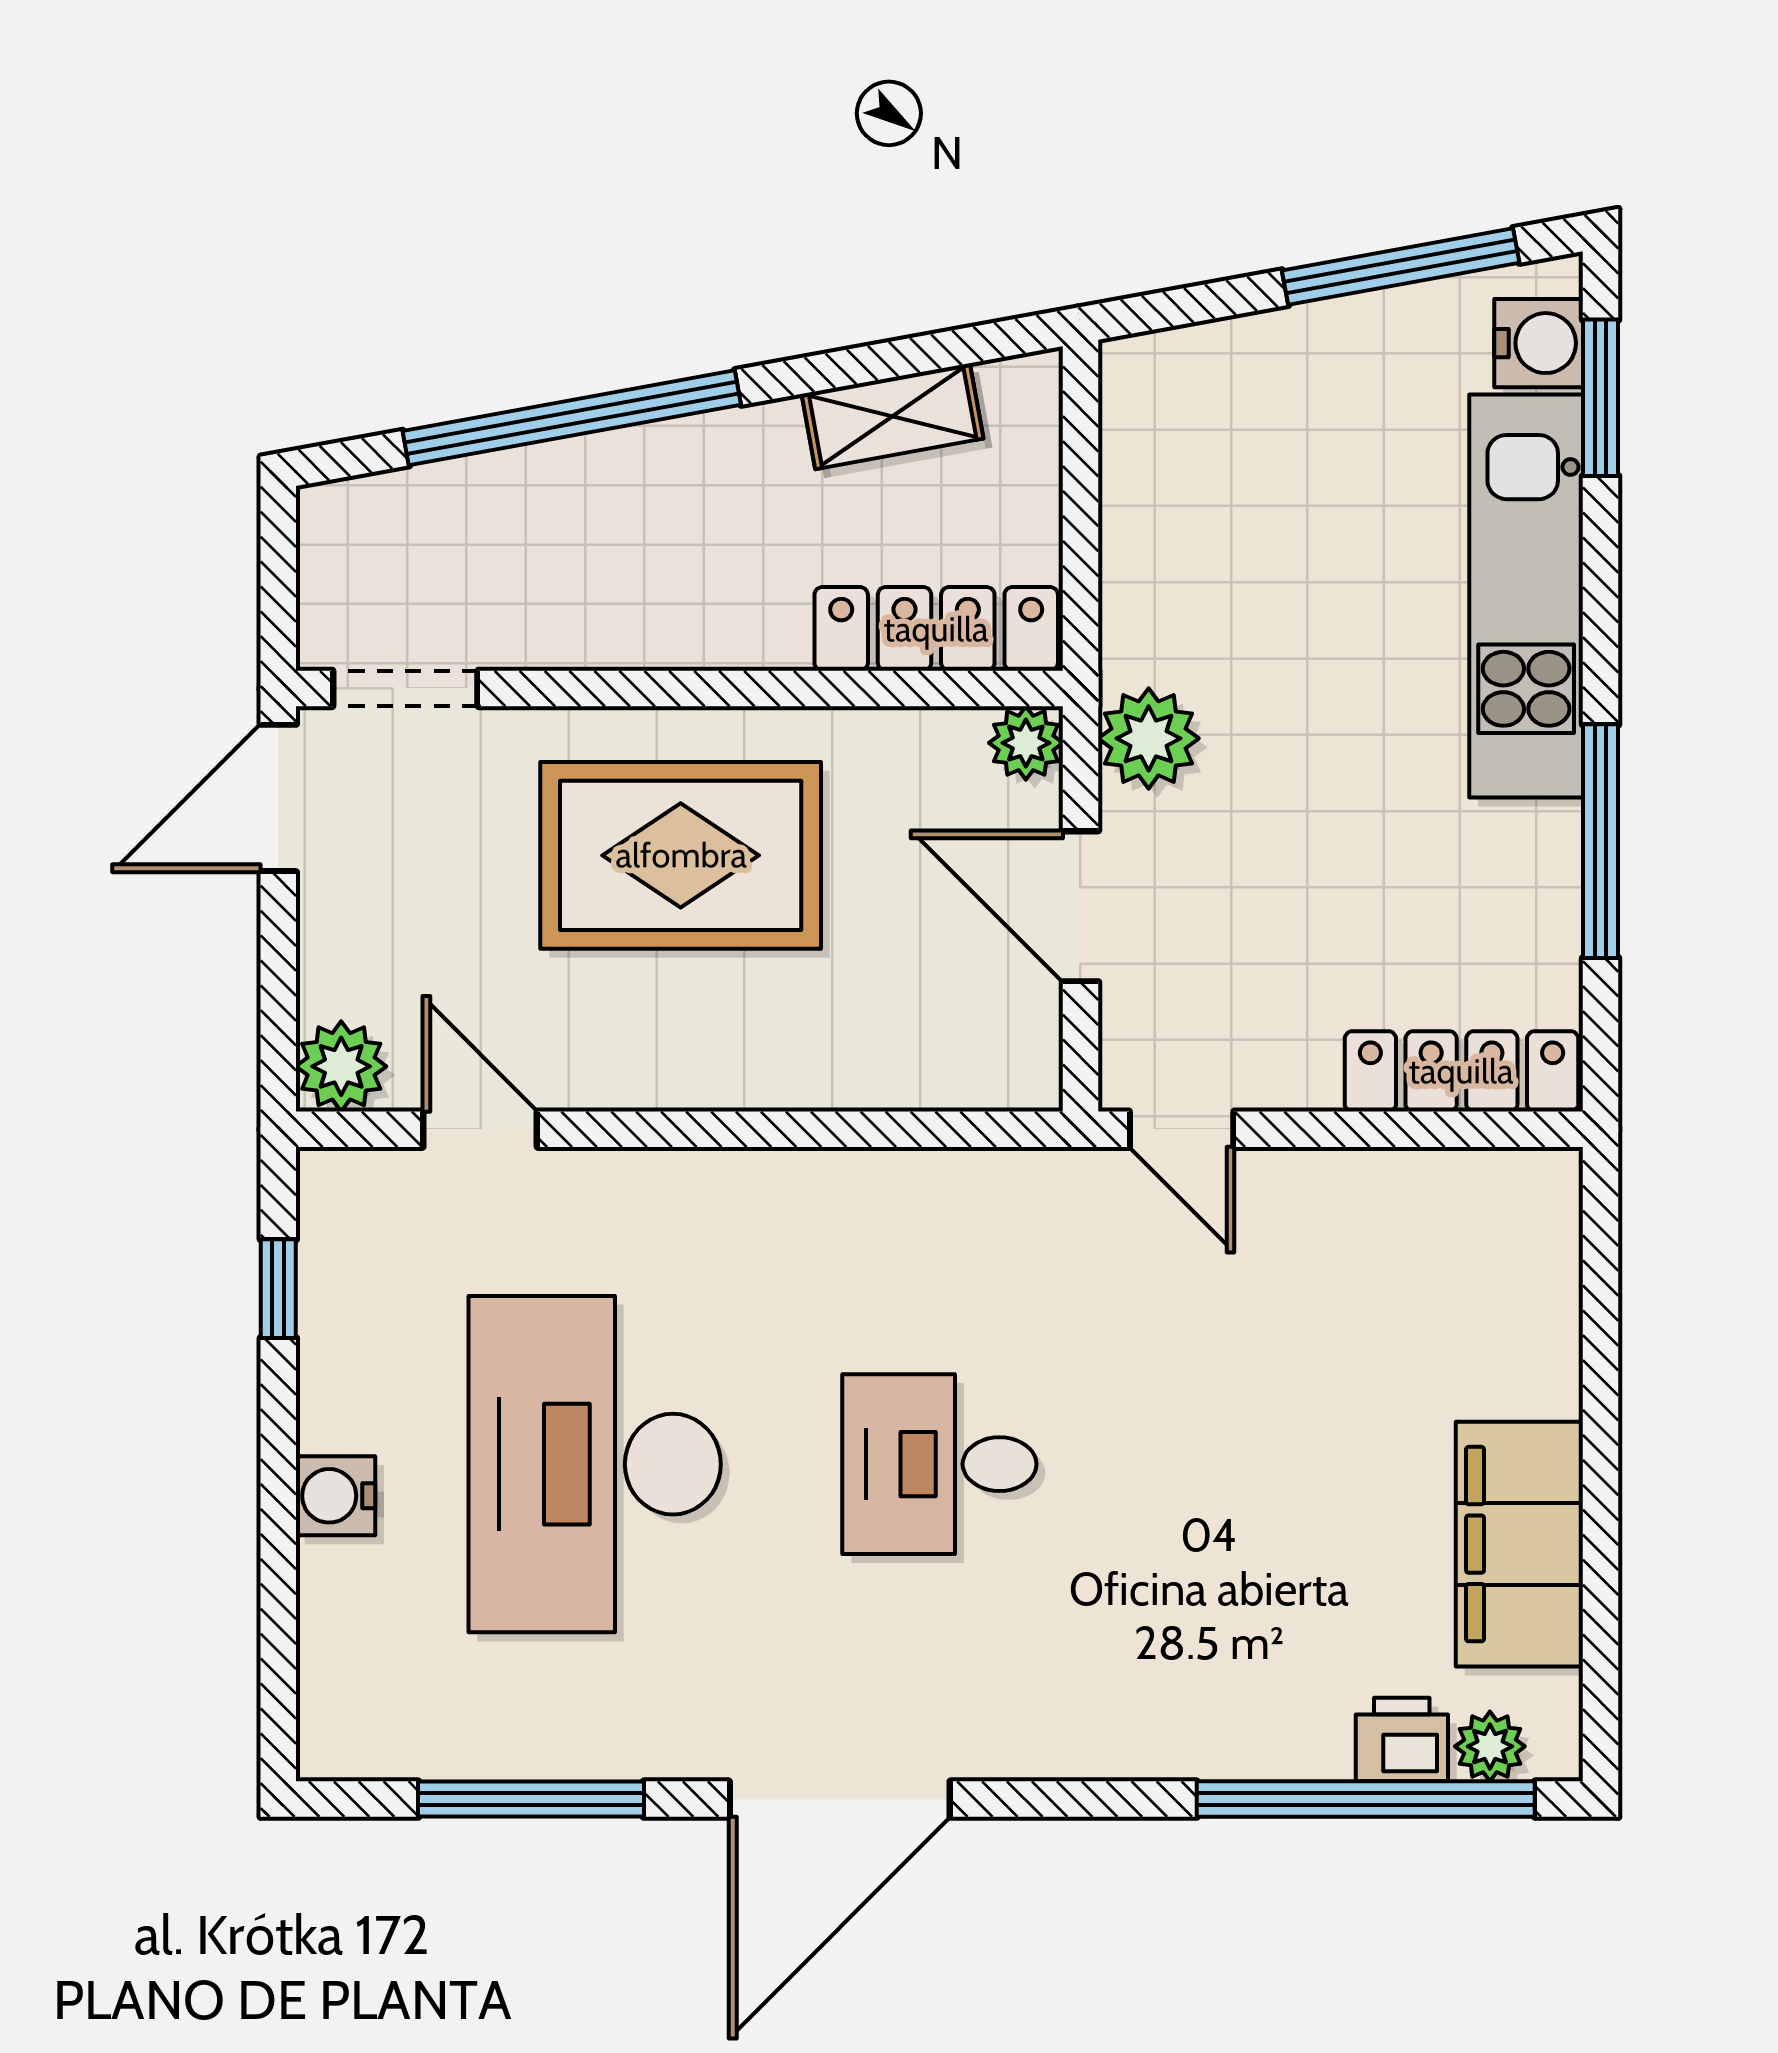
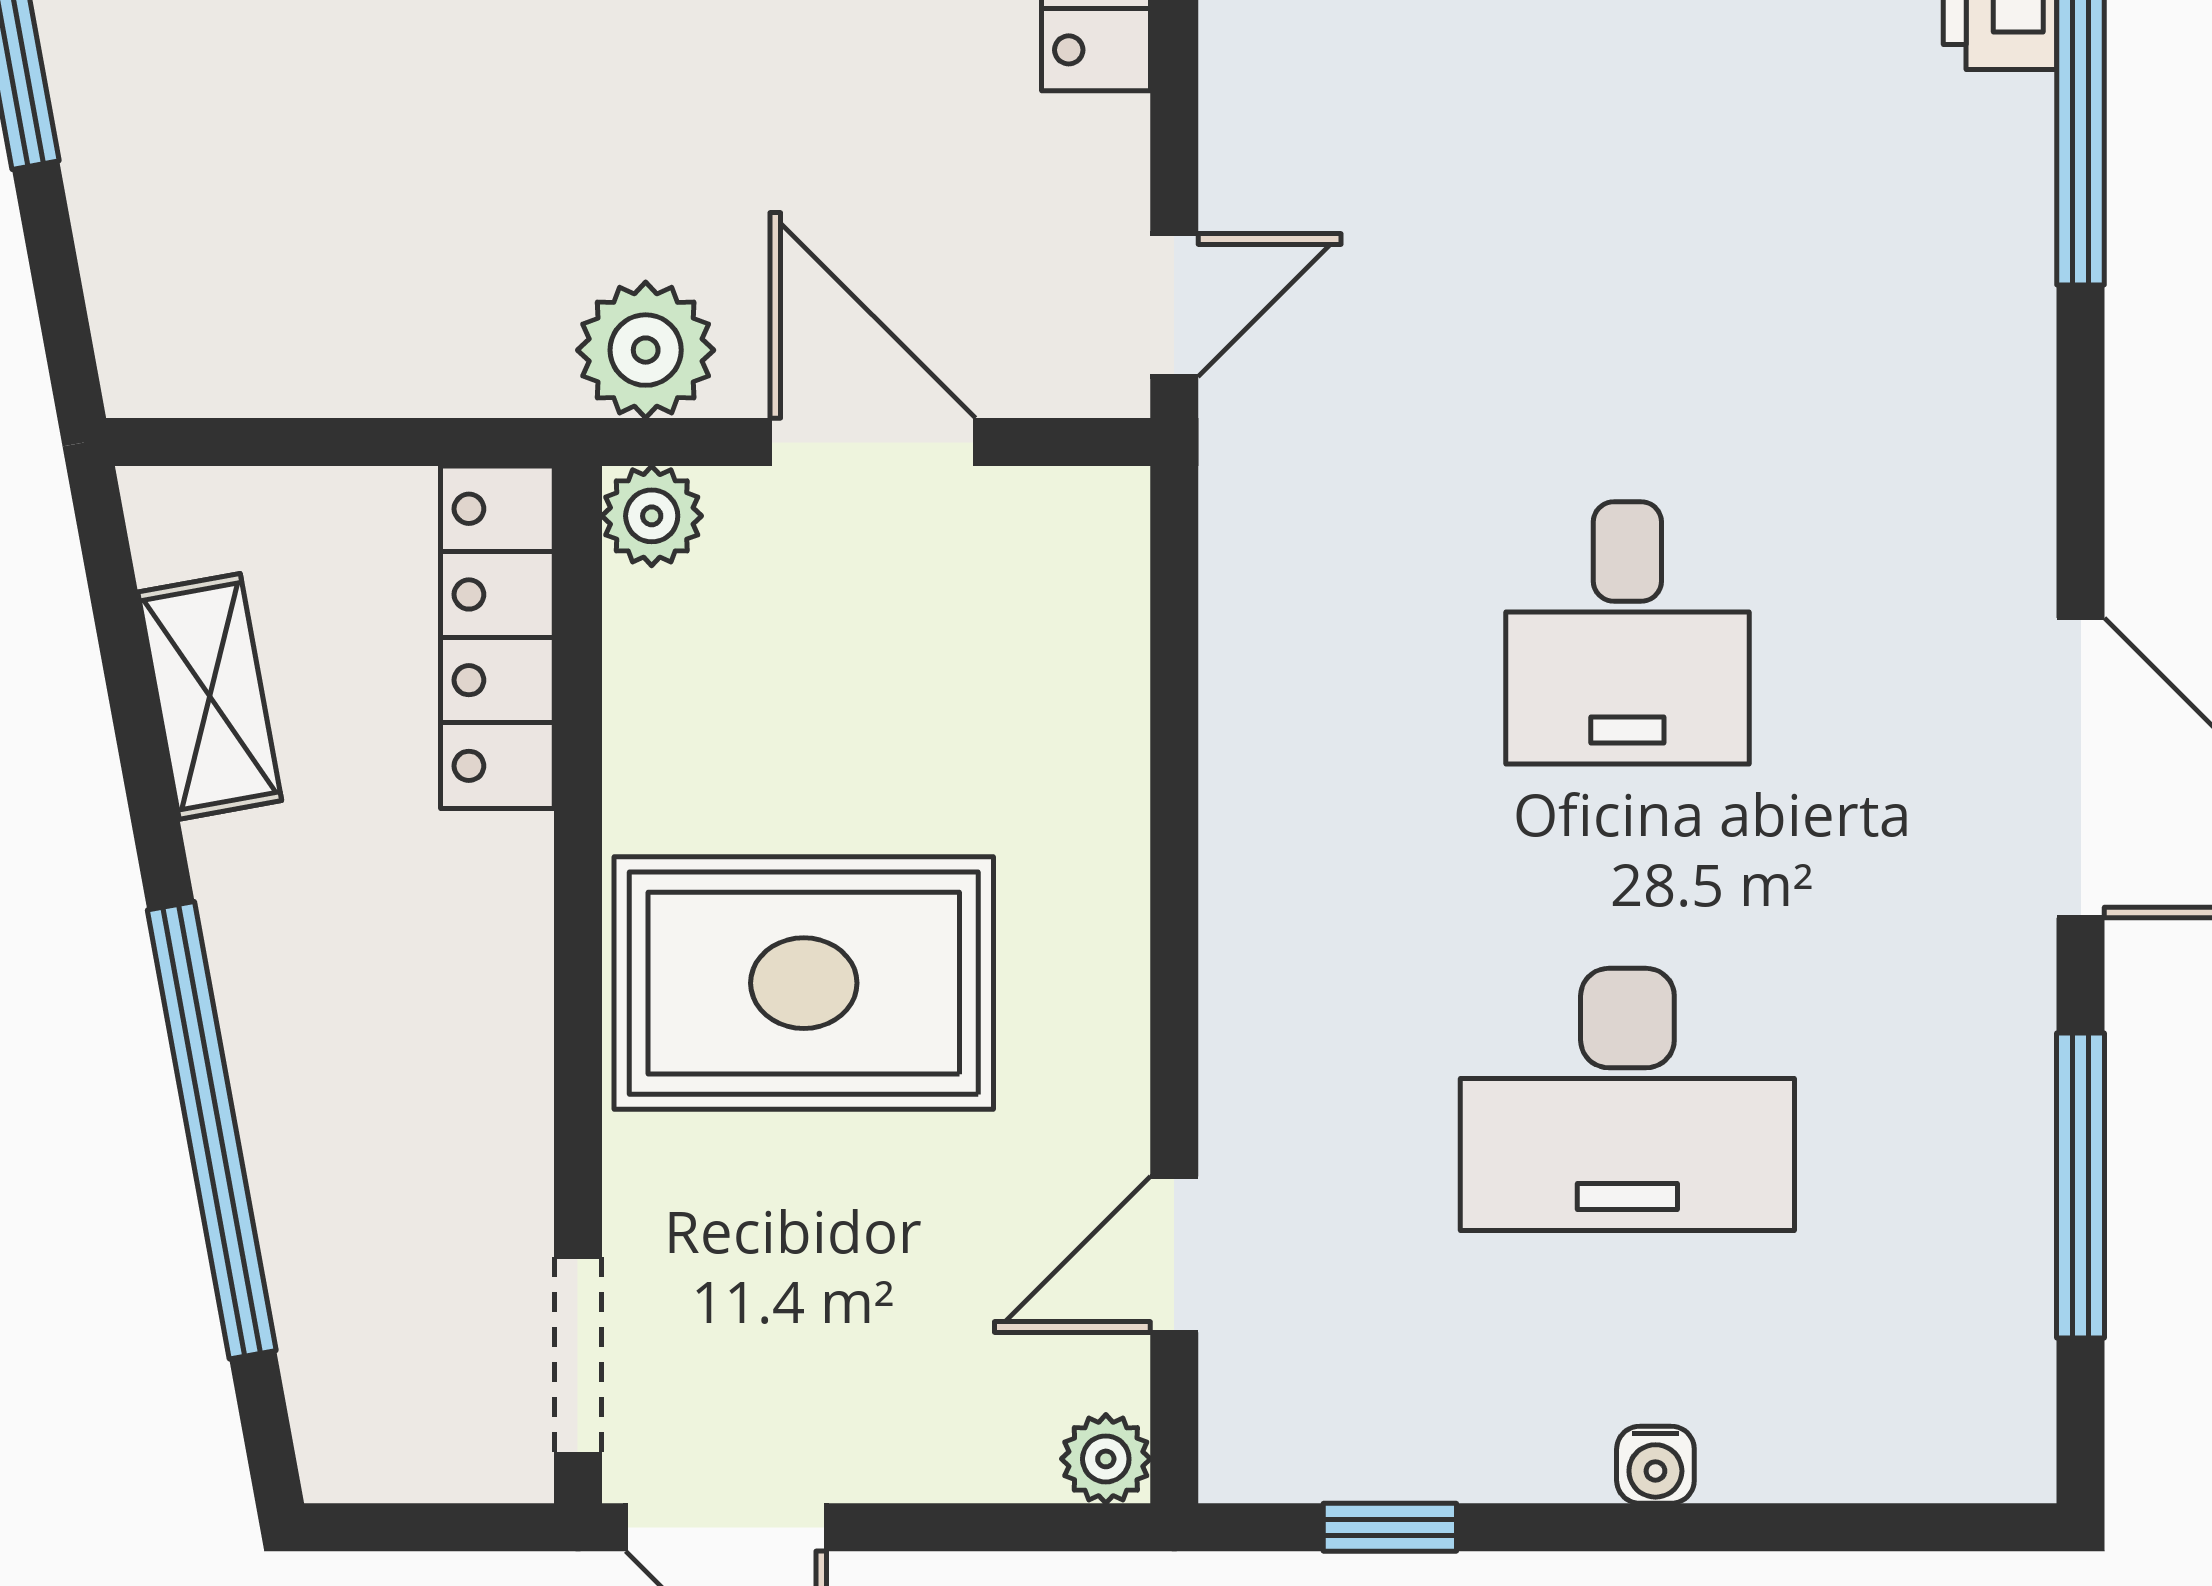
rug: (681, 855) -> (804, 983), turned 90
door: (1080, 906) -> (873, 442), swing flipped
plant: (341, 1066) -> (1106, 1459), width x0.73, depth x0.73
desk: (595, 1464) -> (1627, 1099), width x0.73, depth x0.77
water cooler: (336, 1496) -> (1655, 1465), width x0.72, depth x0.72

